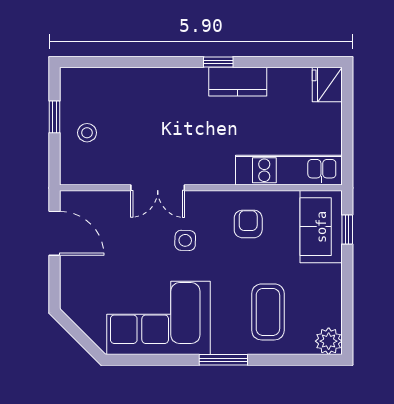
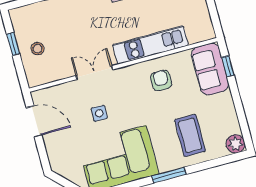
kitchen unit: (289, 170) -> (150, 45), moved
double door: (158, 188) -> (94, 73), swing flipped
side table: (185, 240) -> (99, 113), moved

